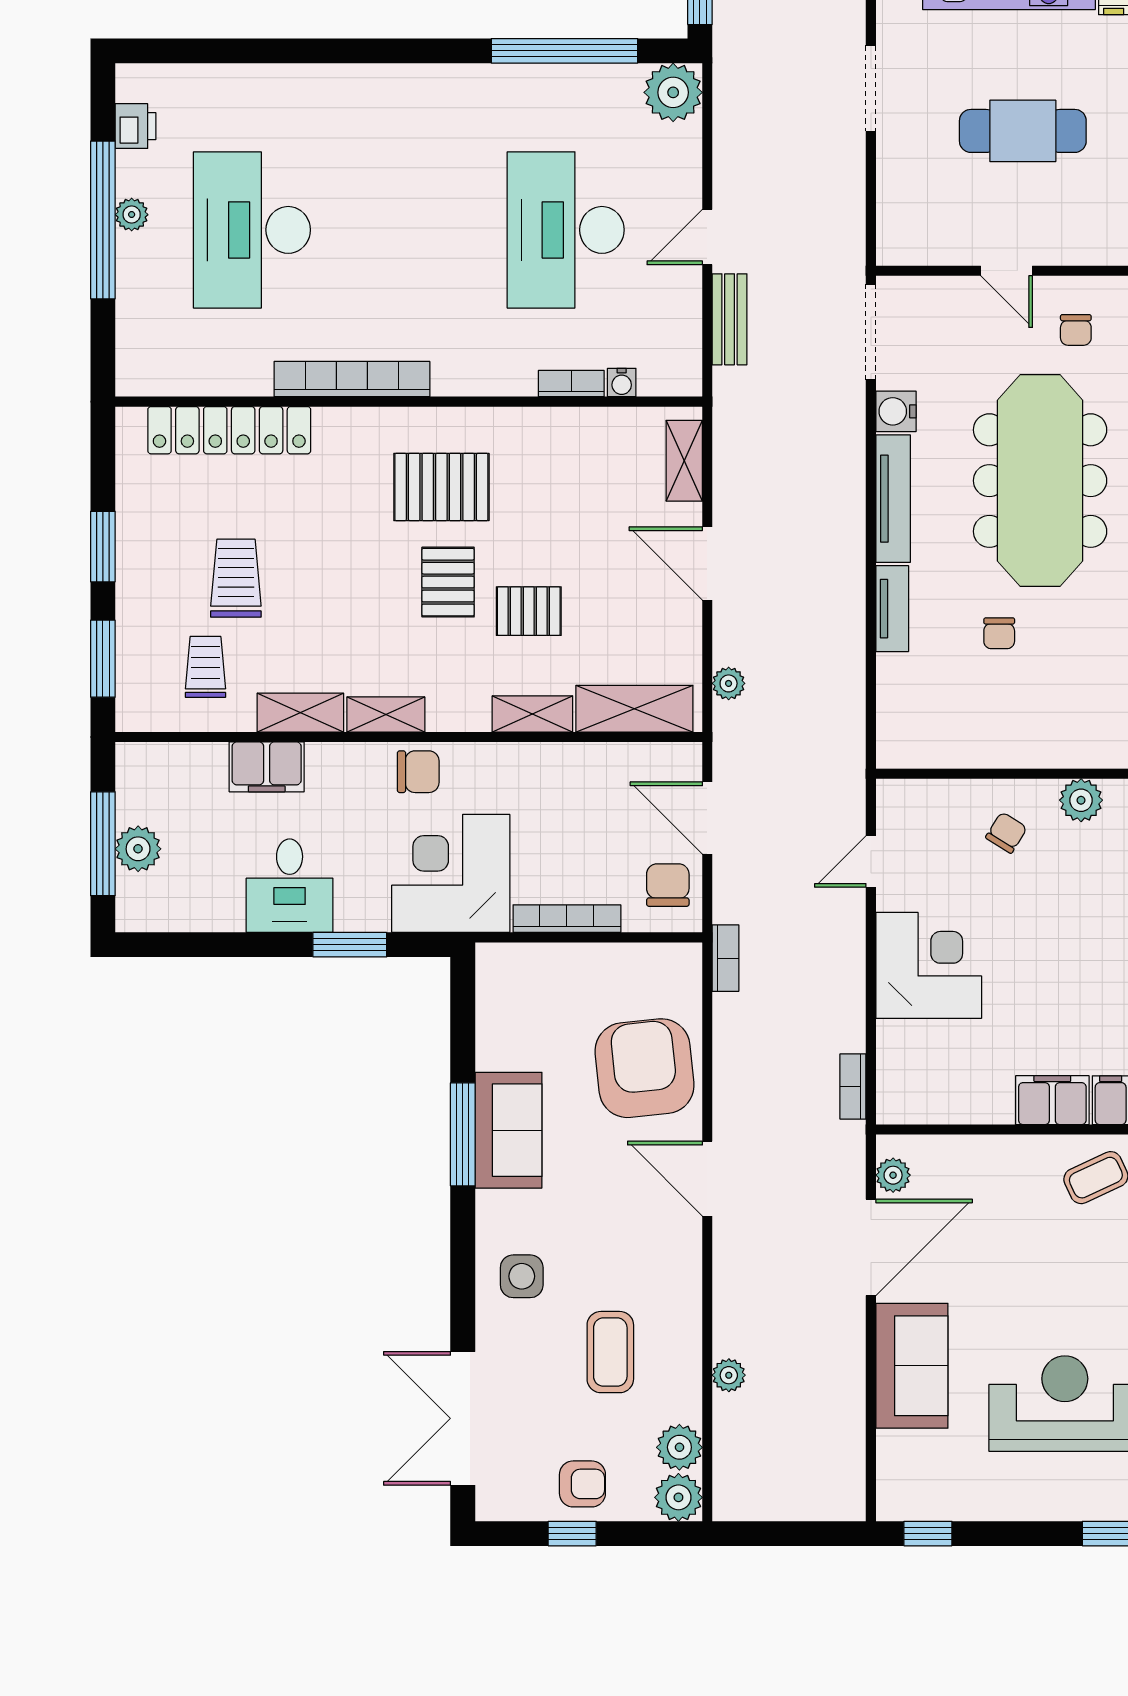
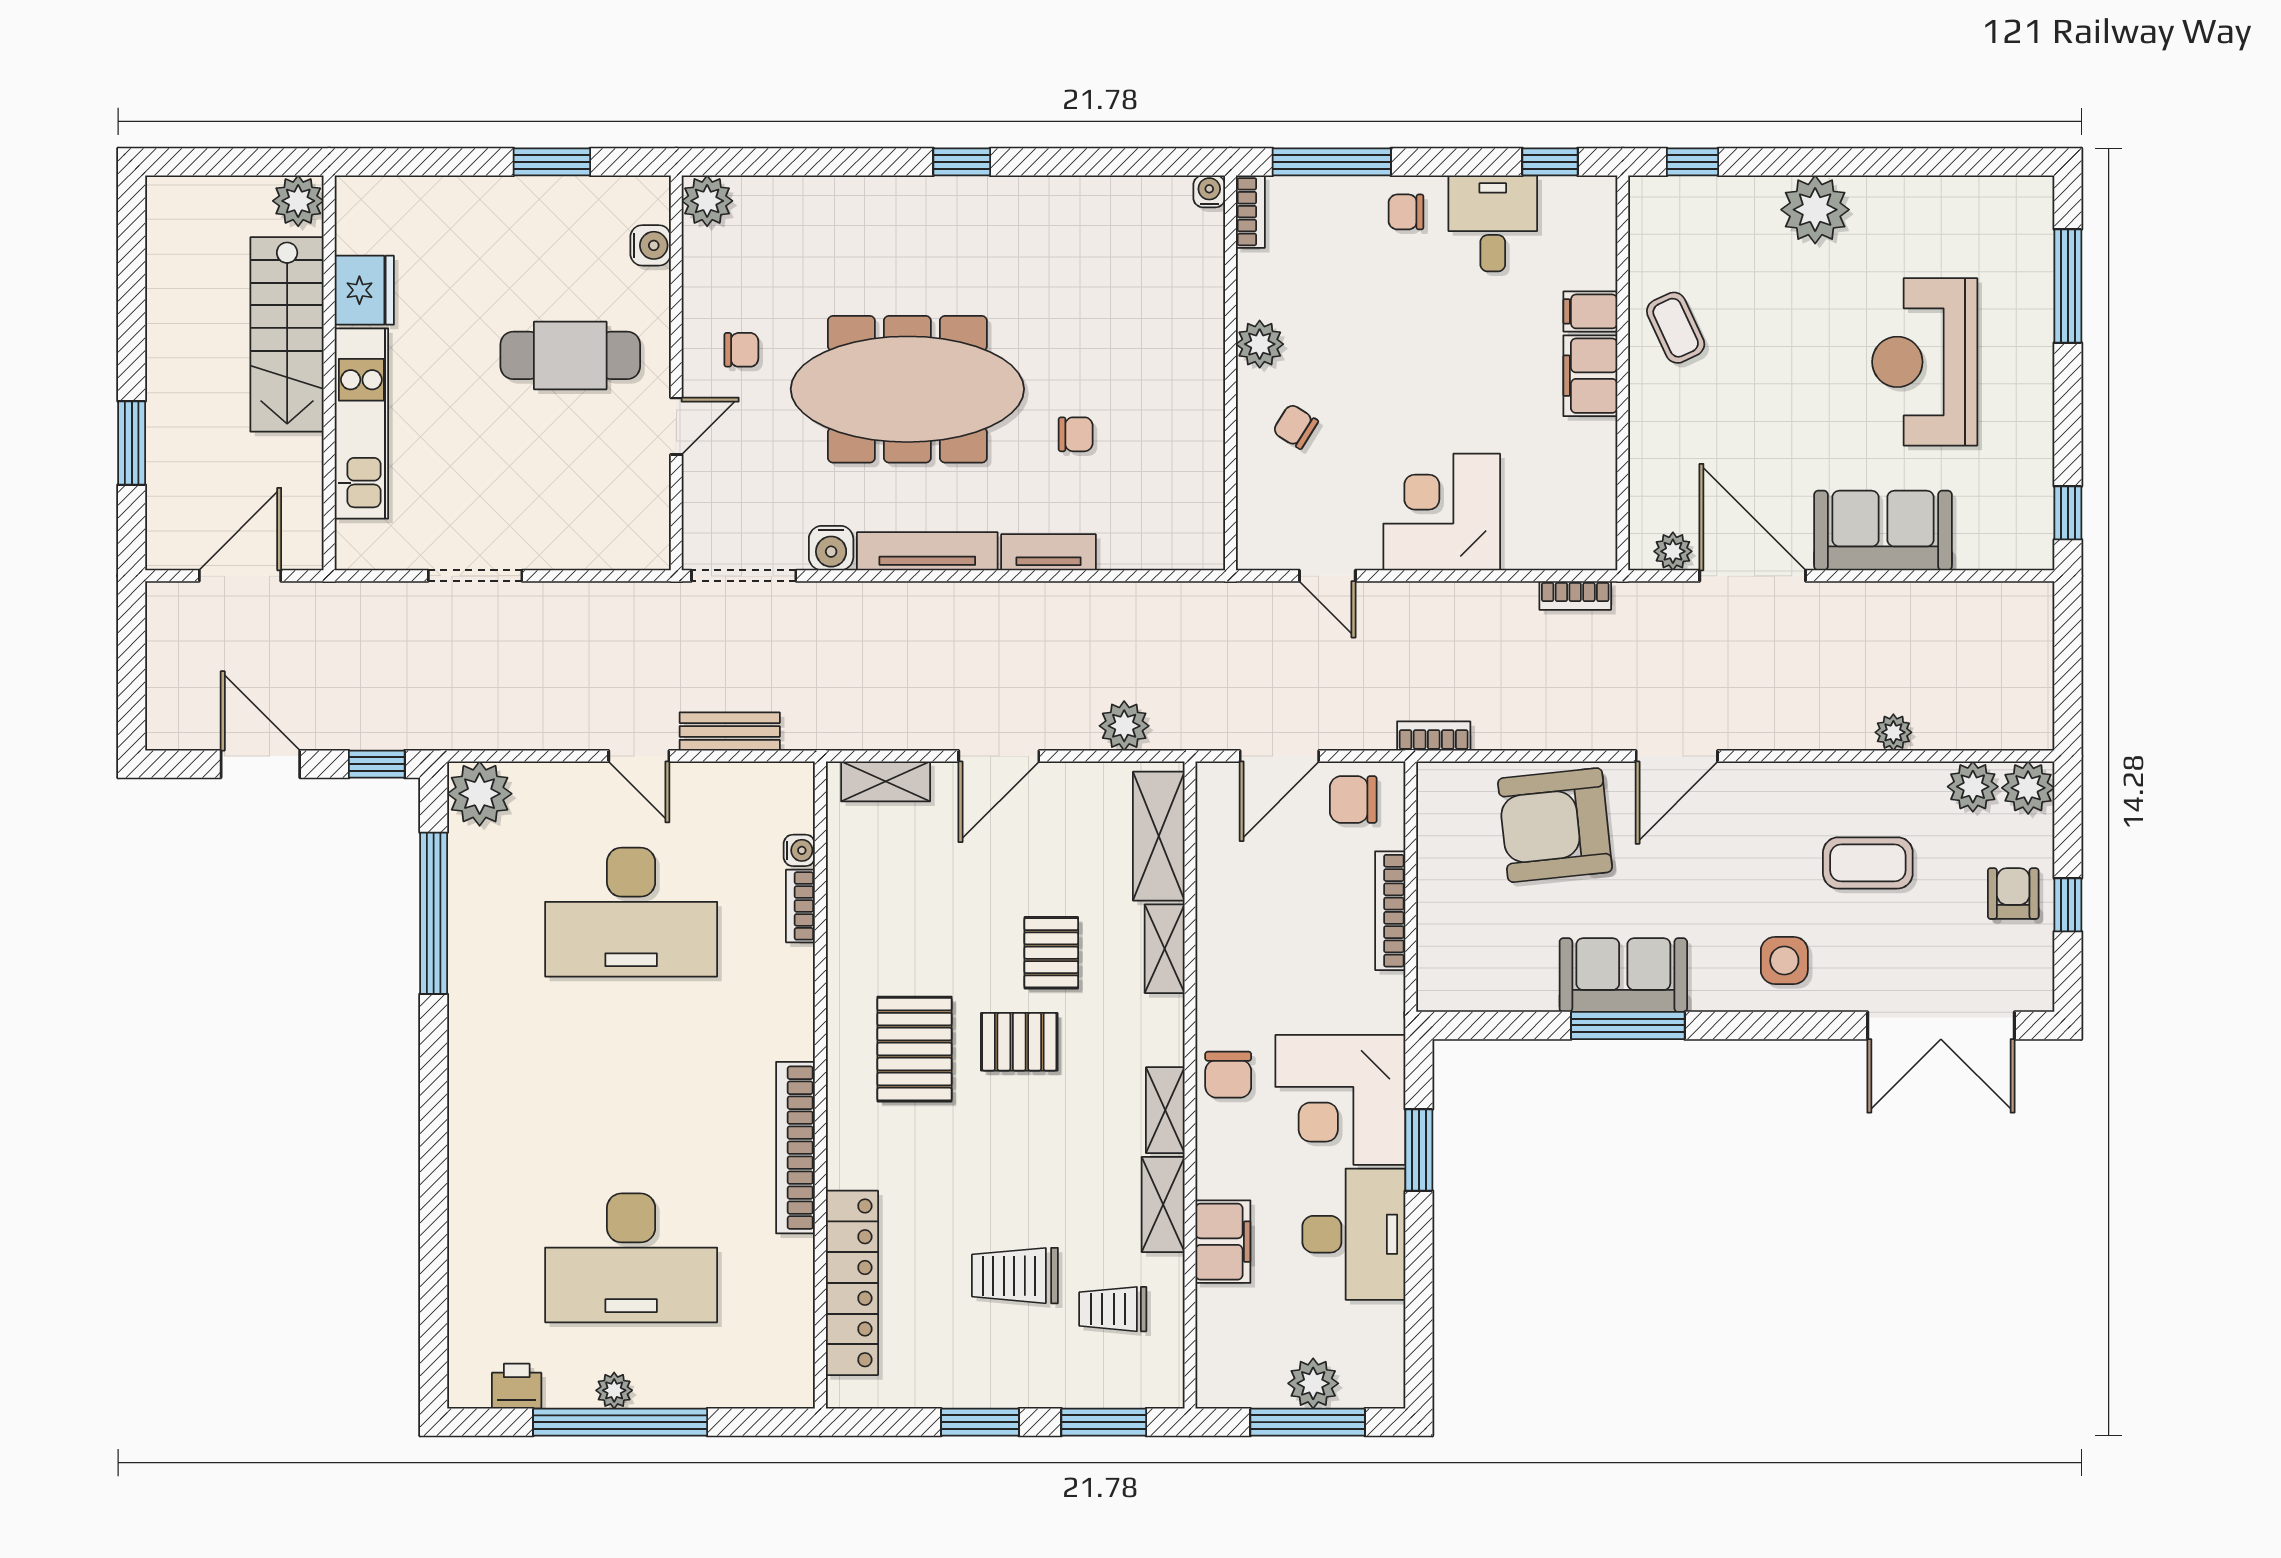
cafe table: (1023, 131) -> (570, 355), moved, turned 90
plant: (729, 683) -> (1124, 726), width x1.38, depth x1.38
chair: (418, 772) -> (1228, 1075), turned 180
corner desk: (451, 873) -> (1340, 1100), moved
desk: (290, 886) -> (1354, 1234), width x1.37

